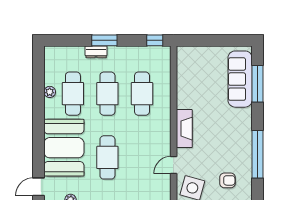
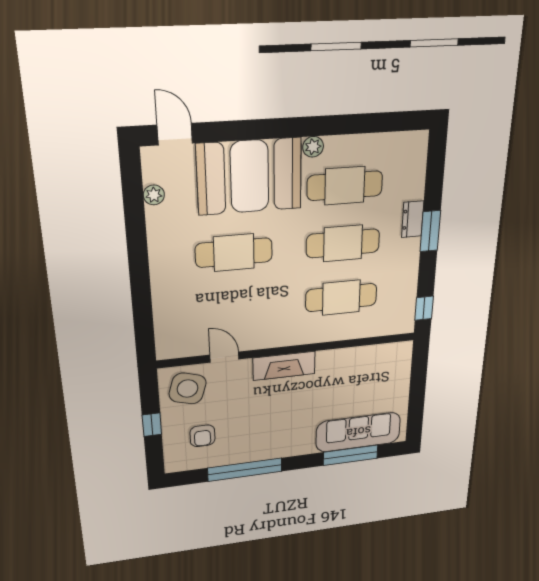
plant: (50, 92) -> (313, 147), moved

